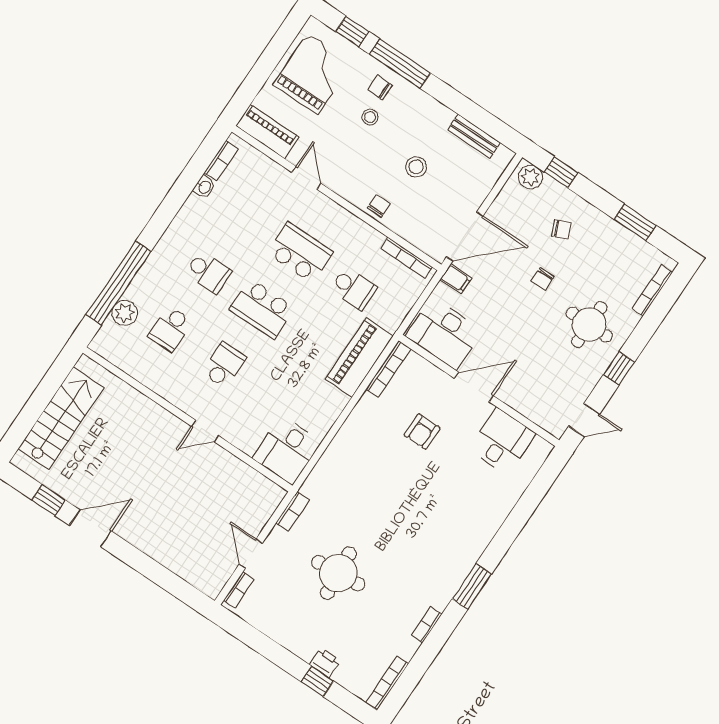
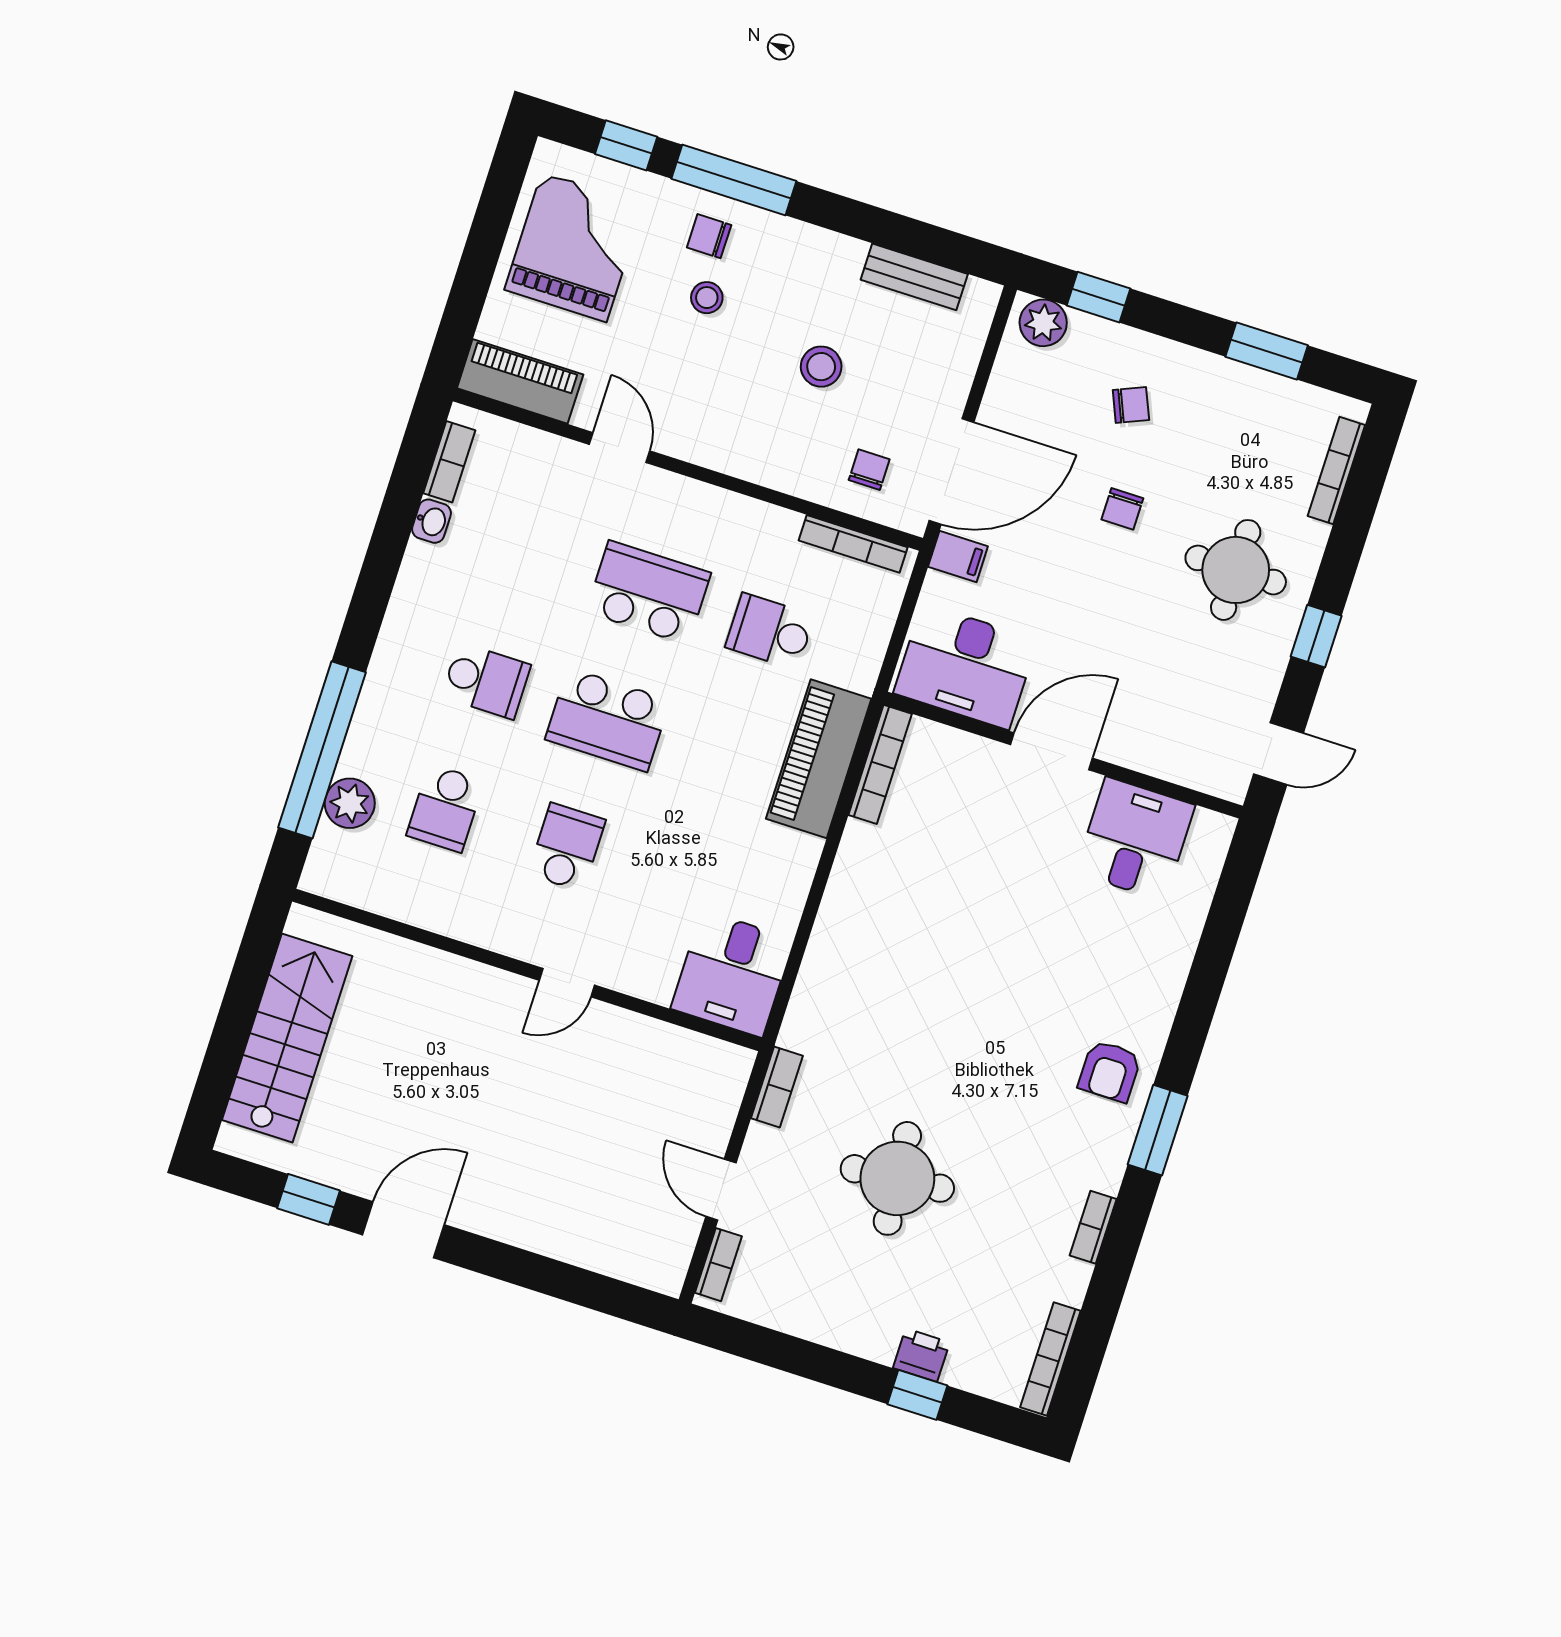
chair: (379, 206) -> (869, 470), moved
school desk: (354, 289) -> (770, 631), turned 180
armchair: (422, 432) -> (1110, 1071), moved

